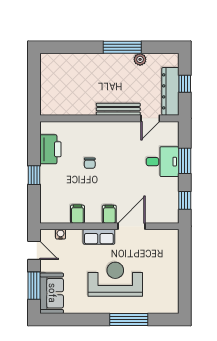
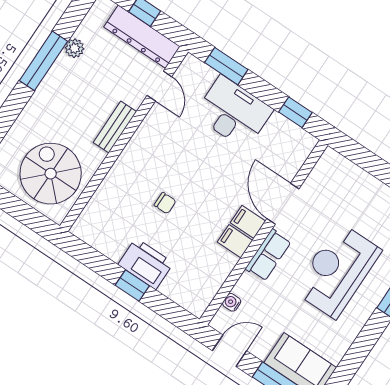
spiral stairs: (65, 91) -> (51, 174), added
bench: (118, 109) -> (115, 127), width x0.73
printer: (50, 149) -> (146, 264), moved
window: (185, 161) -> (226, 66), moved
desk: (163, 162) -> (233, 112), width x1.37
filing cabinet: (77, 214) -> (235, 241), moved

